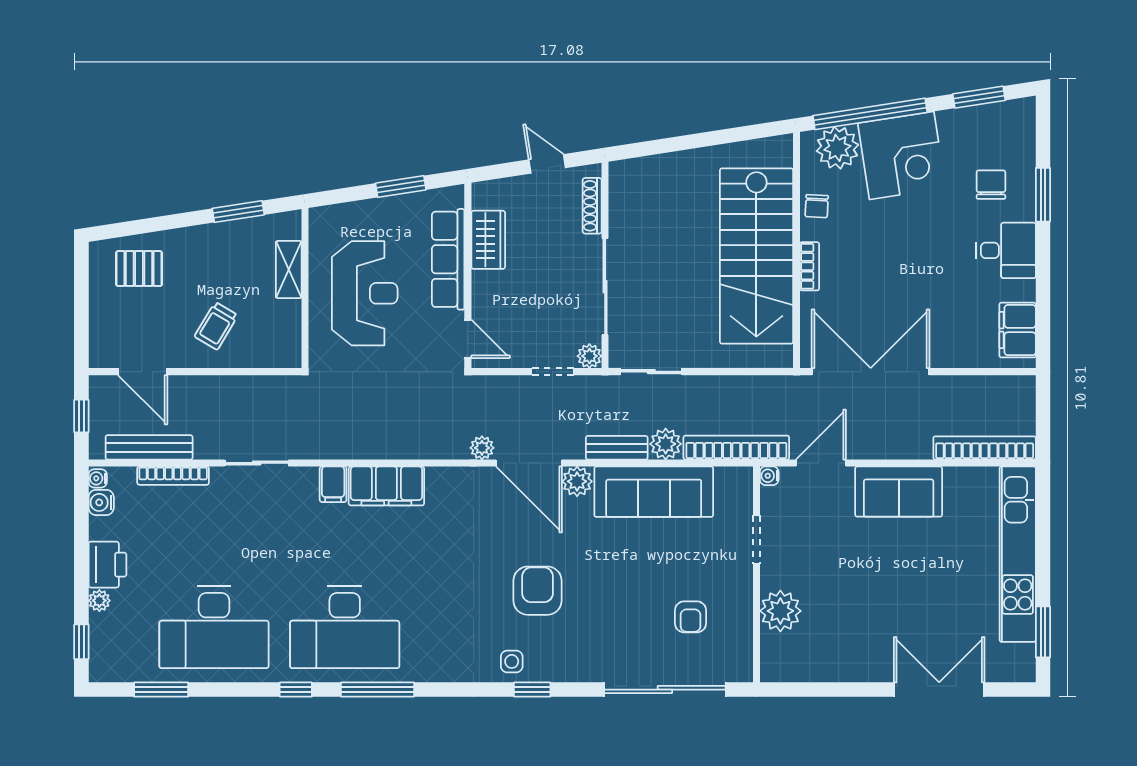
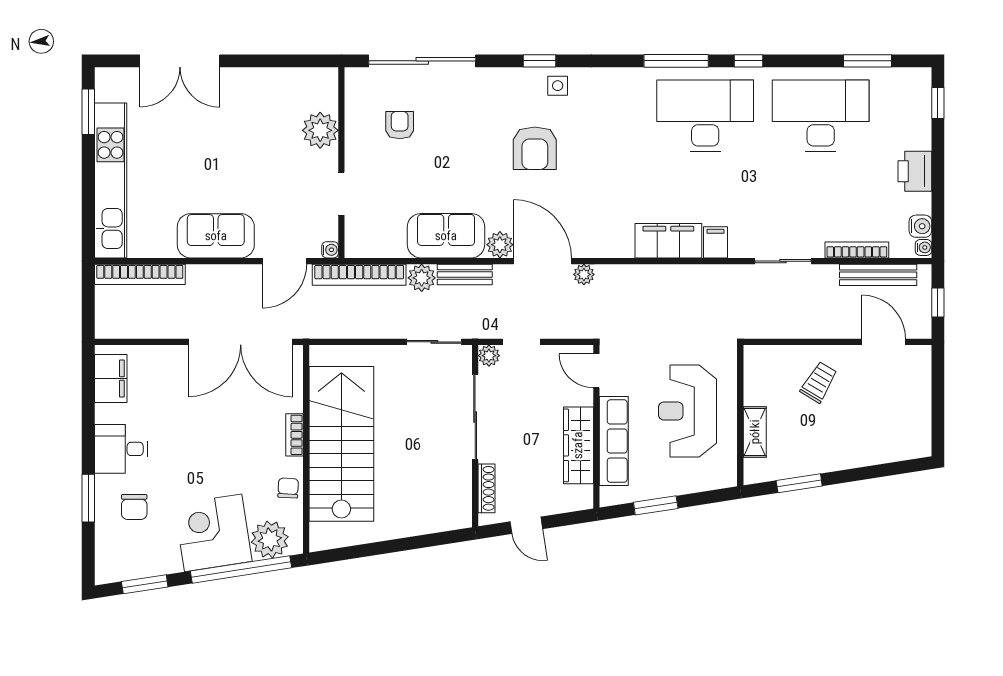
wardrobe: (488, 240) -> (578, 445), width x1.50
pallet: (139, 269) -> (887, 433), removed
sofa: (654, 492) -> (446, 236), width x0.73
plant: (99, 601) -> (922, 139), removed

